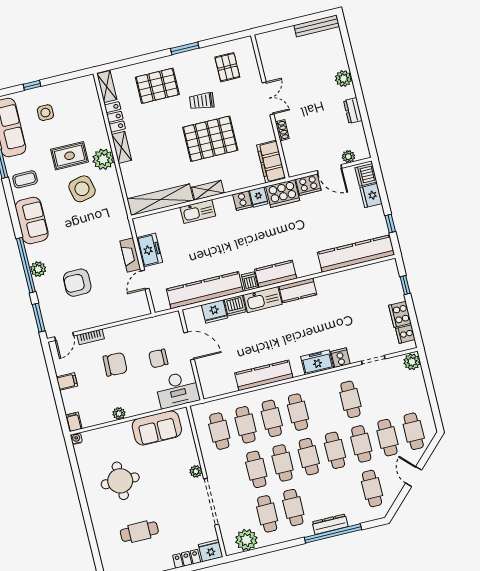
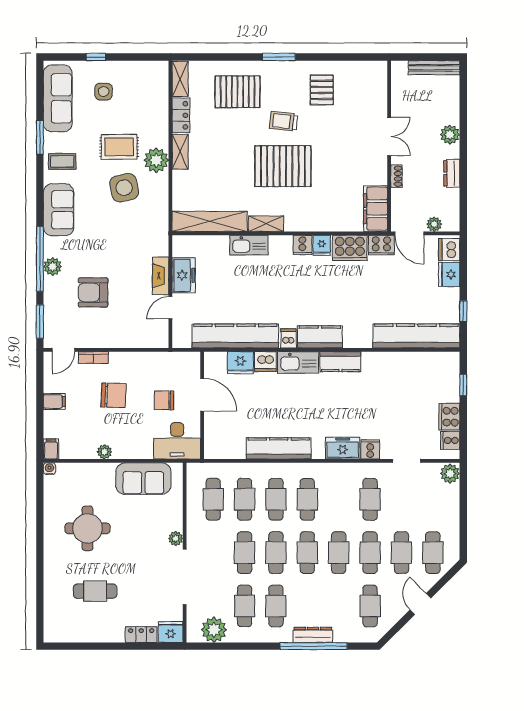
double door: (268, 98) -> (389, 136), moved
wall: (270, 107) -> (389, 146), moved
shoe rack: (282, 130) -> (397, 176), moved
filing cabinet: (271, 162) -> (375, 209), moved

